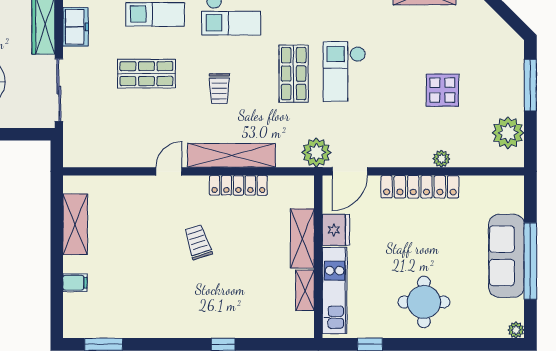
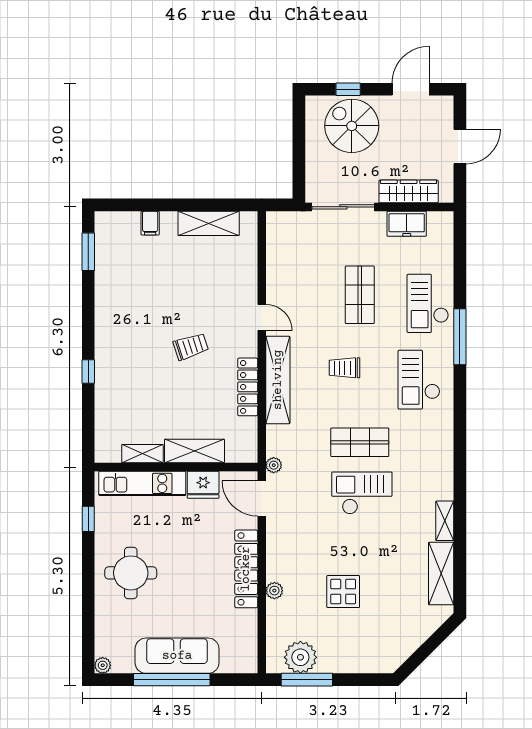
window: (530, 85) -> (307, 680), moved
plant: (316, 152) -> (274, 465), width x0.53, depth x0.53

